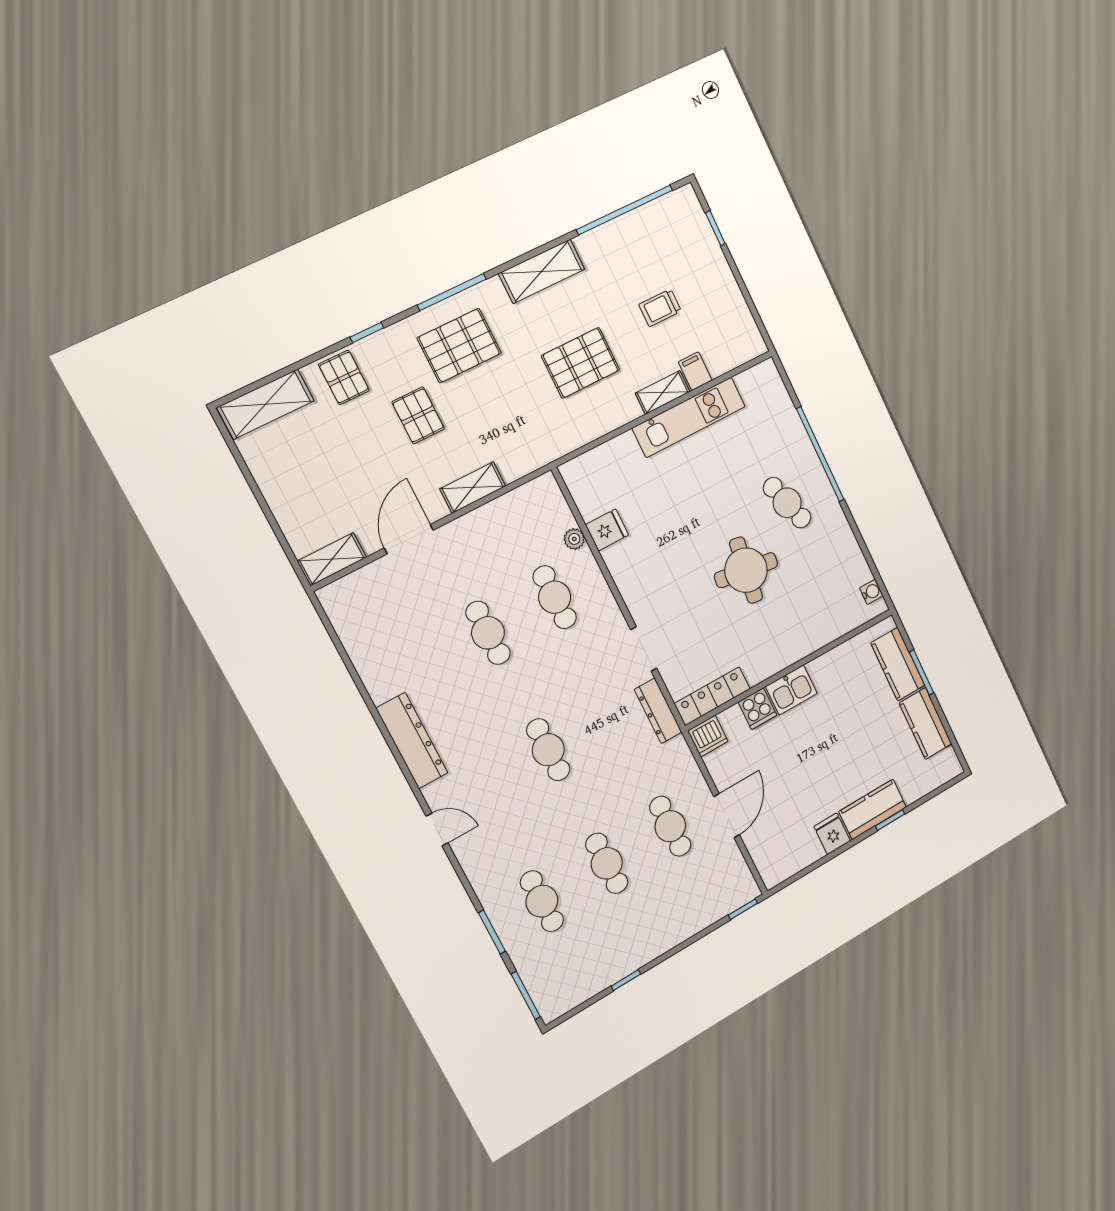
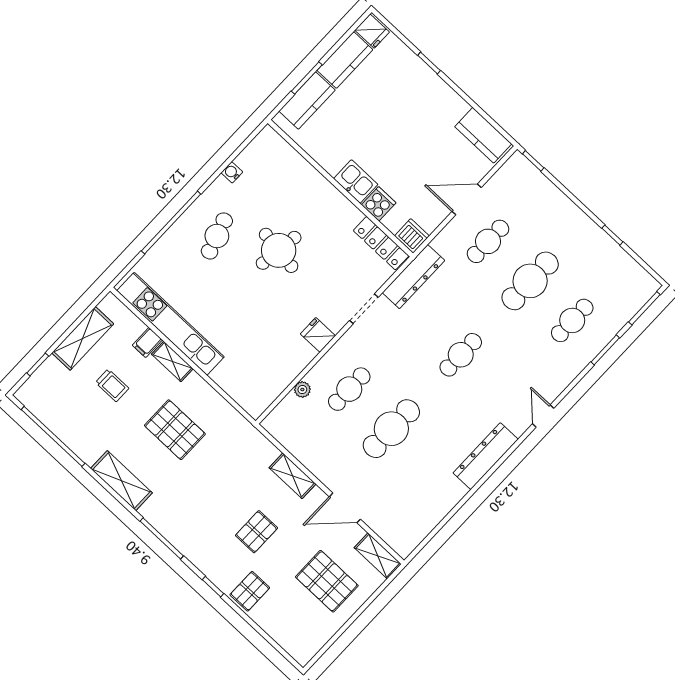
pallet: (459, 345) -> (327, 581), moved
shelving: (266, 404) -> (83, 338), moved, turned 90
kitchen unit: (689, 417) -> (171, 324), width x1.36
fridge: (607, 530) -> (318, 335), moved
water cooler: (871, 592) -> (232, 172), moved
cafe table: (488, 633) -> (391, 429), width x1.37, depth x1.35
dresser: (658, 711) -> (413, 277), width x1.37, depth x1.24
kitchen counter: (873, 809) -> (483, 135), moved
fridge: (832, 834) -> (372, 31), moved, turned -90
cafe table: (607, 863) -> (530, 281), width x1.37, depth x1.35

